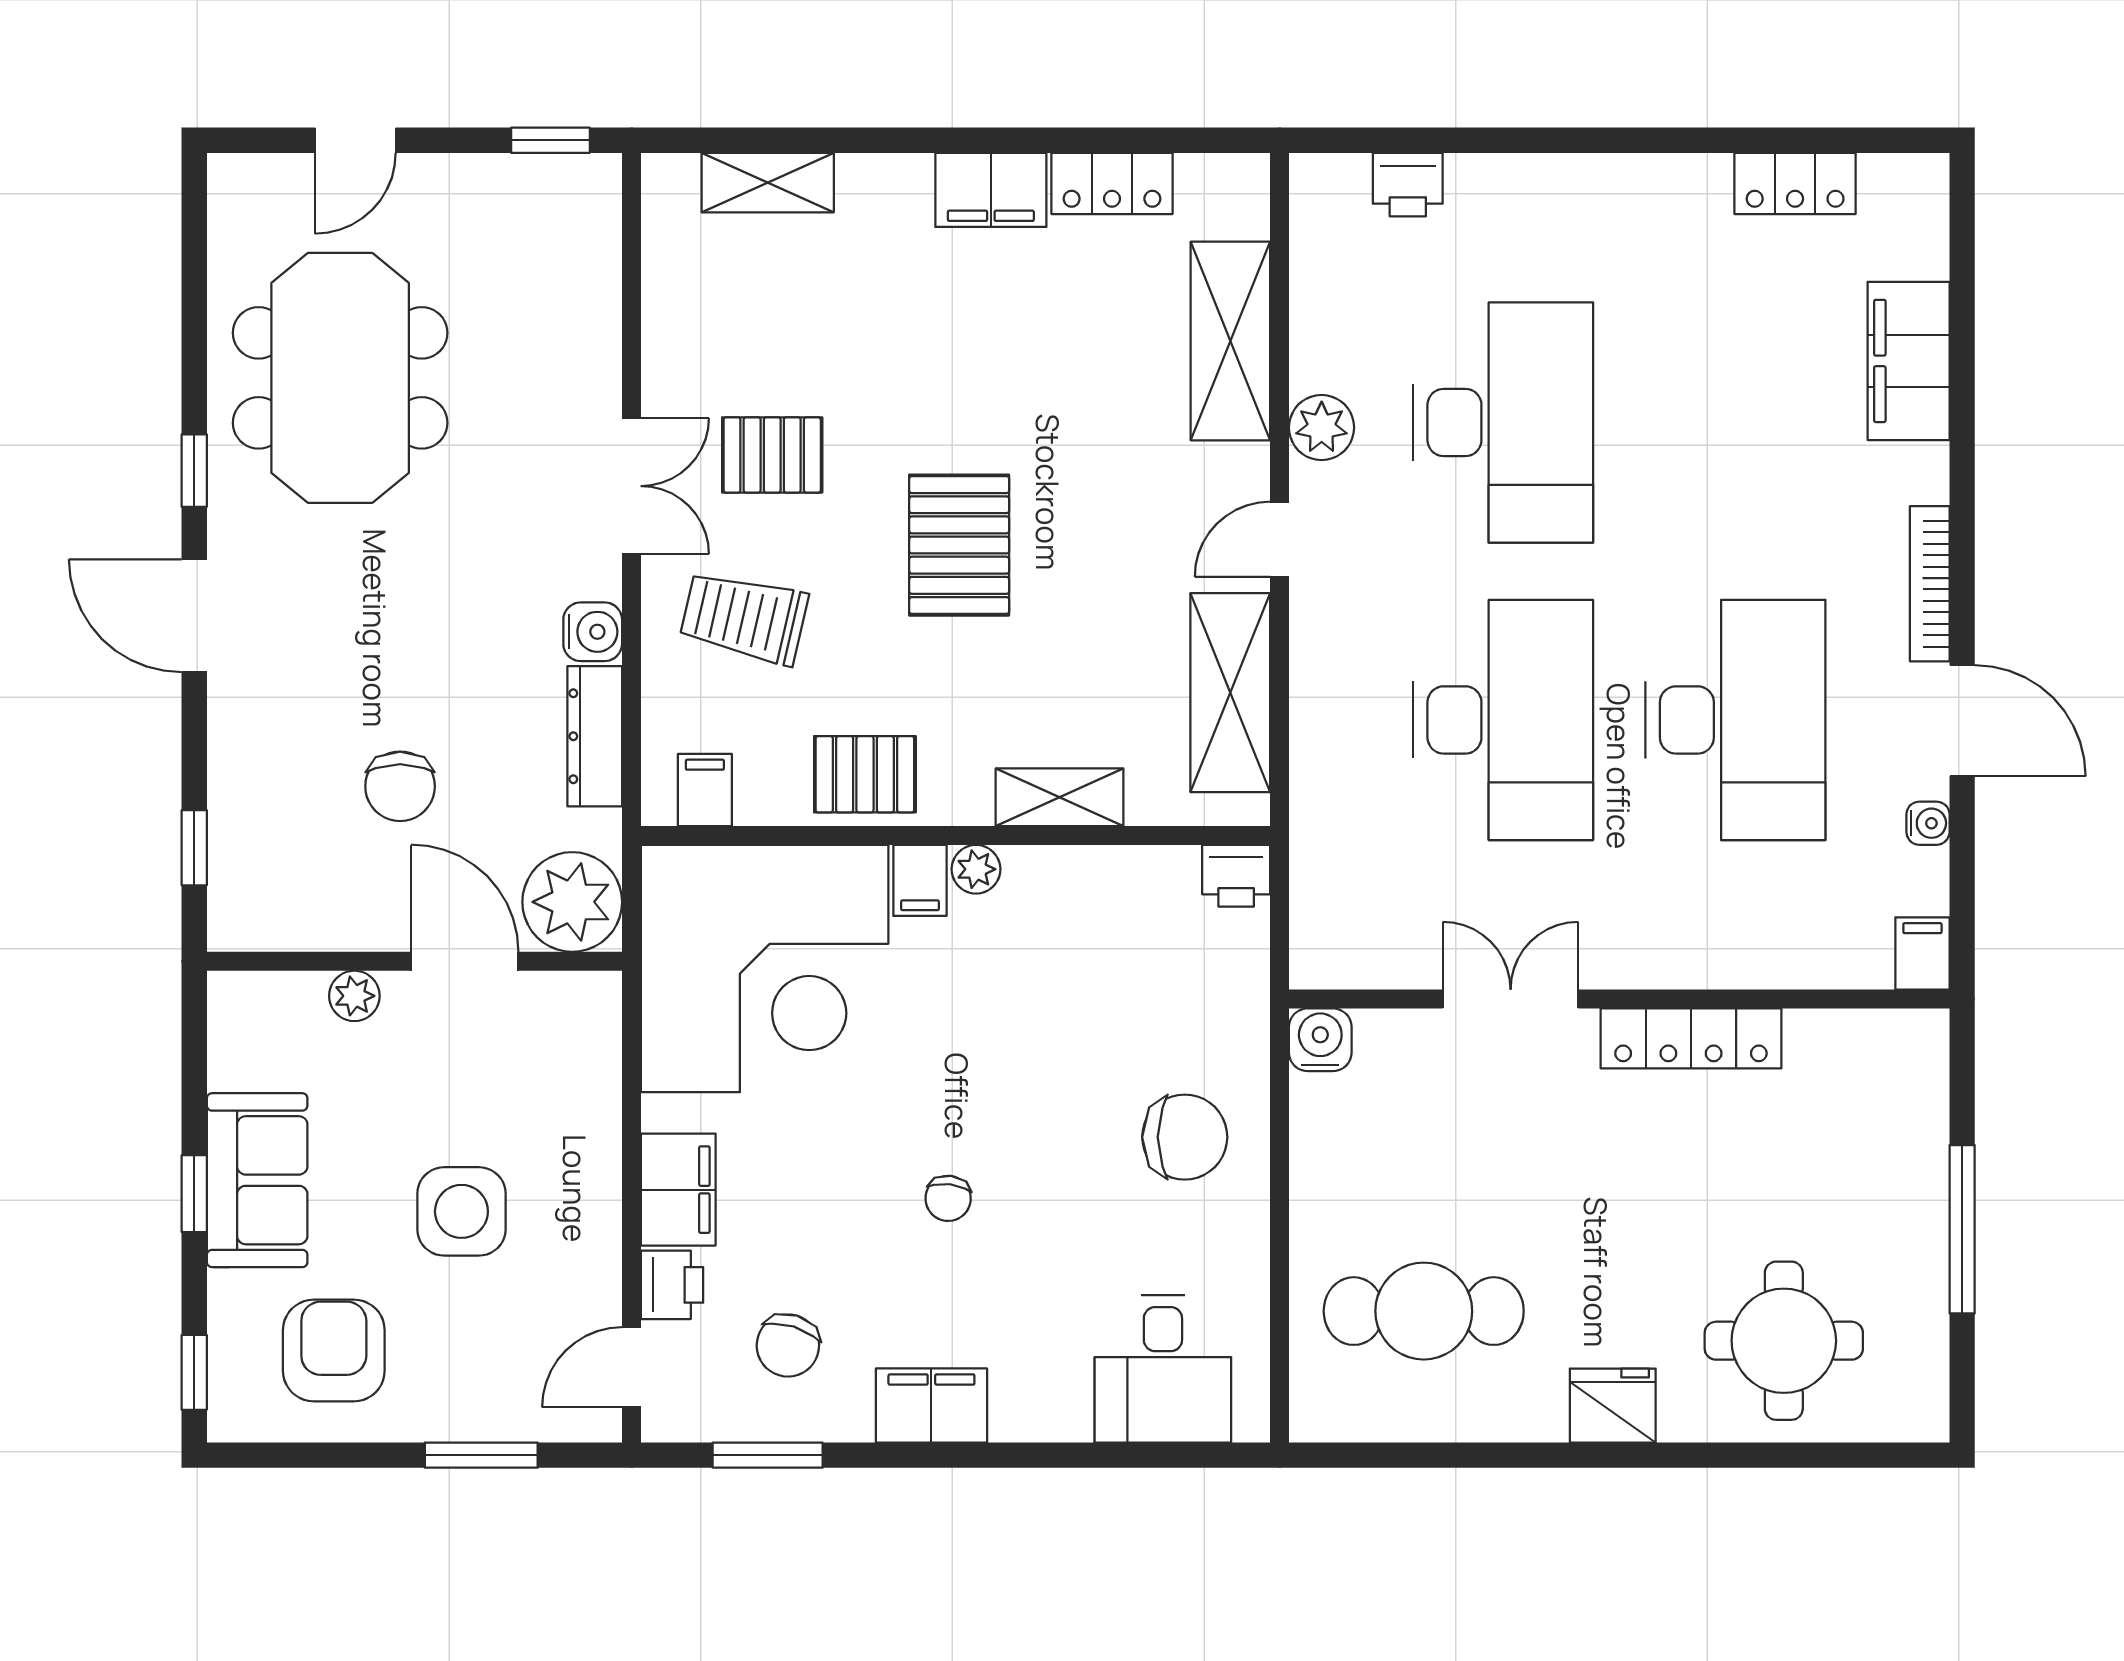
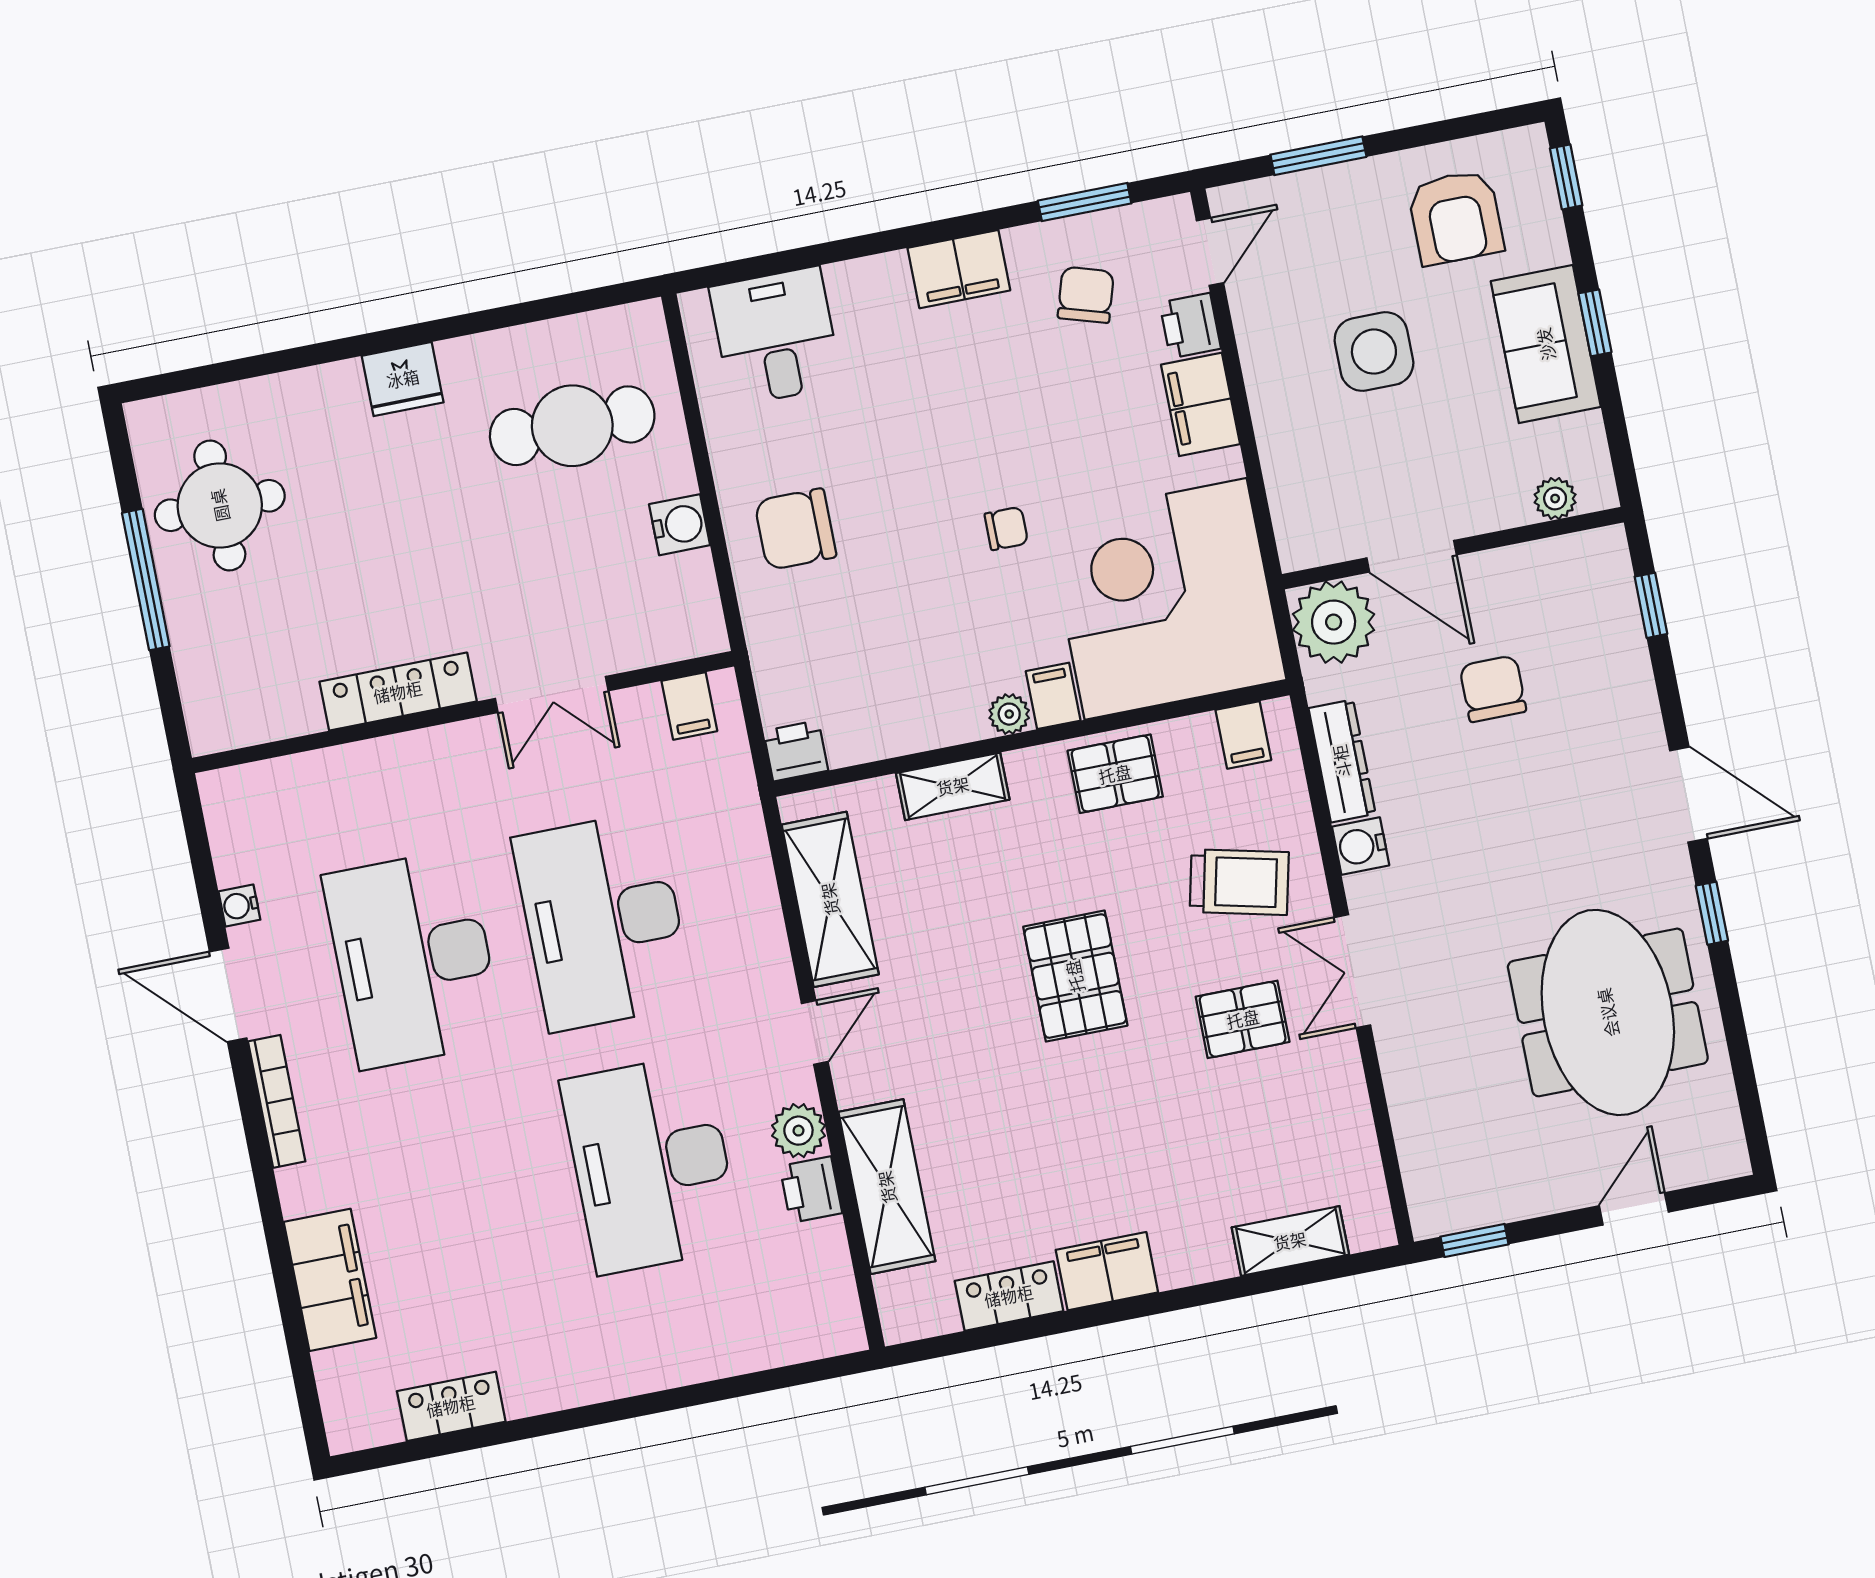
printer: (1408, 185) -> (811, 1190), moved, turned -90
filing cabinet: (1922, 953) -> (689, 706), moved
plant: (354, 996) -> (1555, 499), moved
water cooler: (1320, 1040) -> (680, 525), moved, turned -90
chair: (948, 1198) -> (1006, 528), moved, turned 83
round table: (1784, 1341) -> (220, 505), moved

